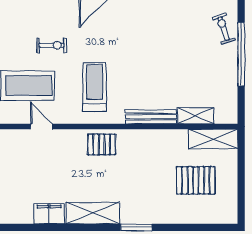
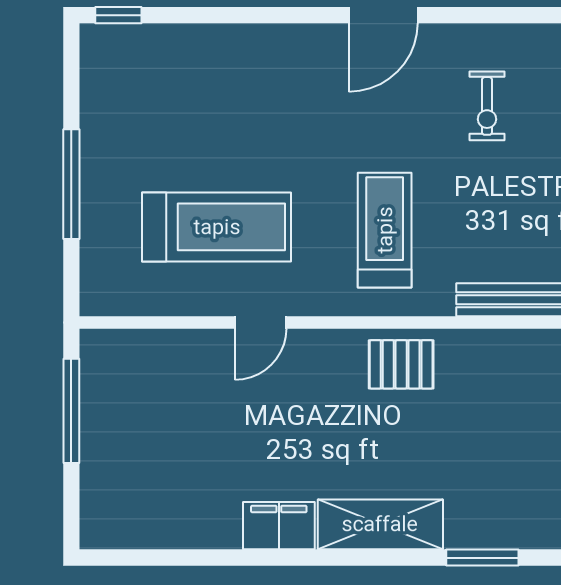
exercise bike: (52, 45) -> (487, 106), moved, turned 90
door: (41, 126) -> (261, 322), swing flipped

